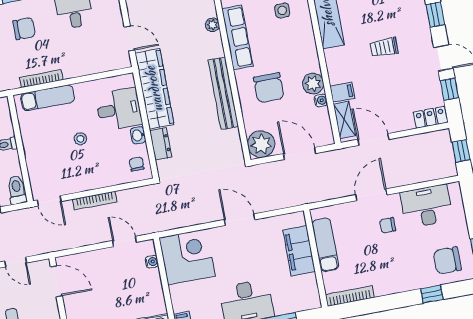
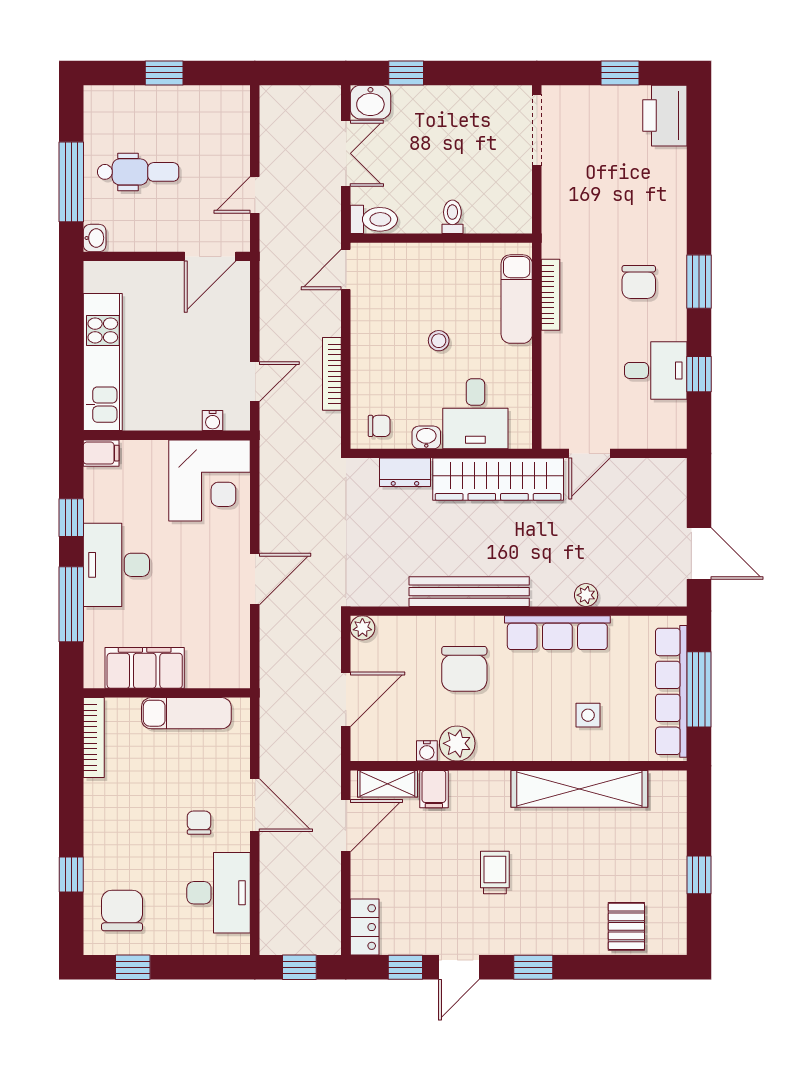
chair: (269, 88) -> (464, 669), turned -90
plant: (261, 144) -> (362, 628), width x0.53, depth x0.53
bookcase: (95, 201) -> (332, 374), moved
filing cabinet: (299, 251) -> (145, 668), moved

